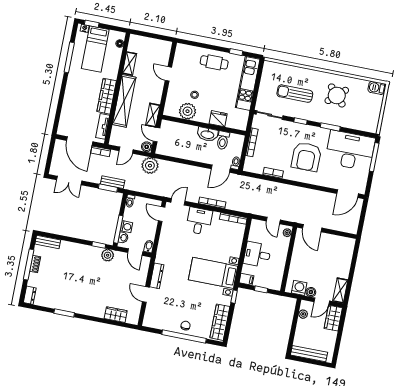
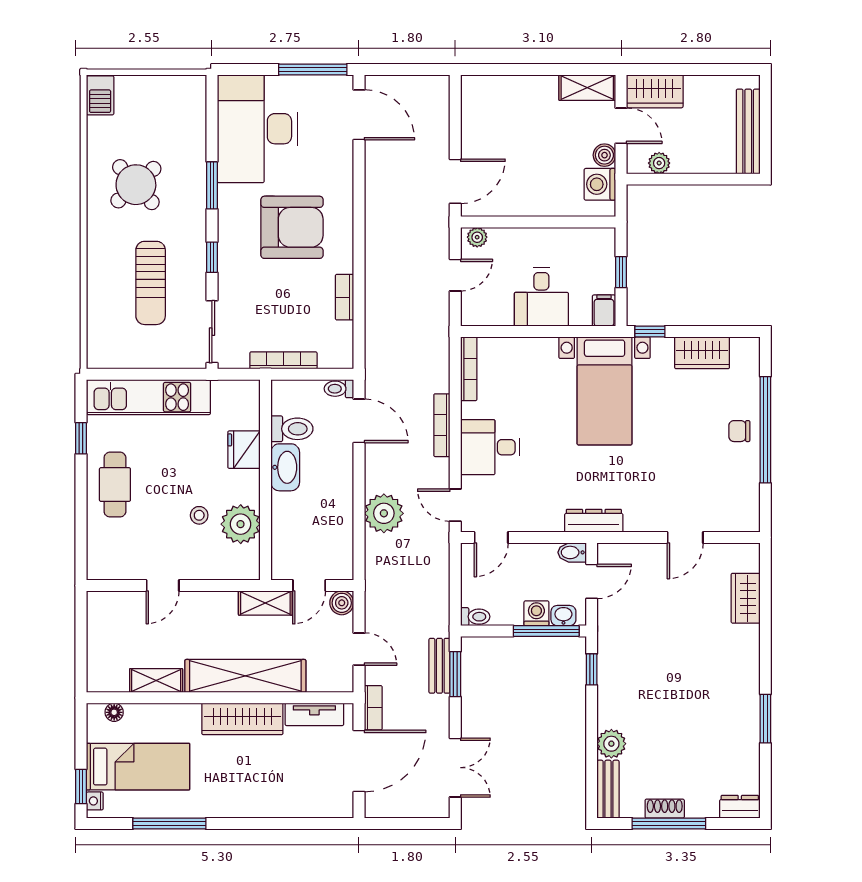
window: (374, 157) -> (313, 70), moved
plant: (150, 166) -> (384, 513), moved
plant: (108, 255) -> (611, 744), moved
dresser: (157, 276) -> (594, 521), moved
wardrobe: (220, 322) -> (702, 353), width x0.67

